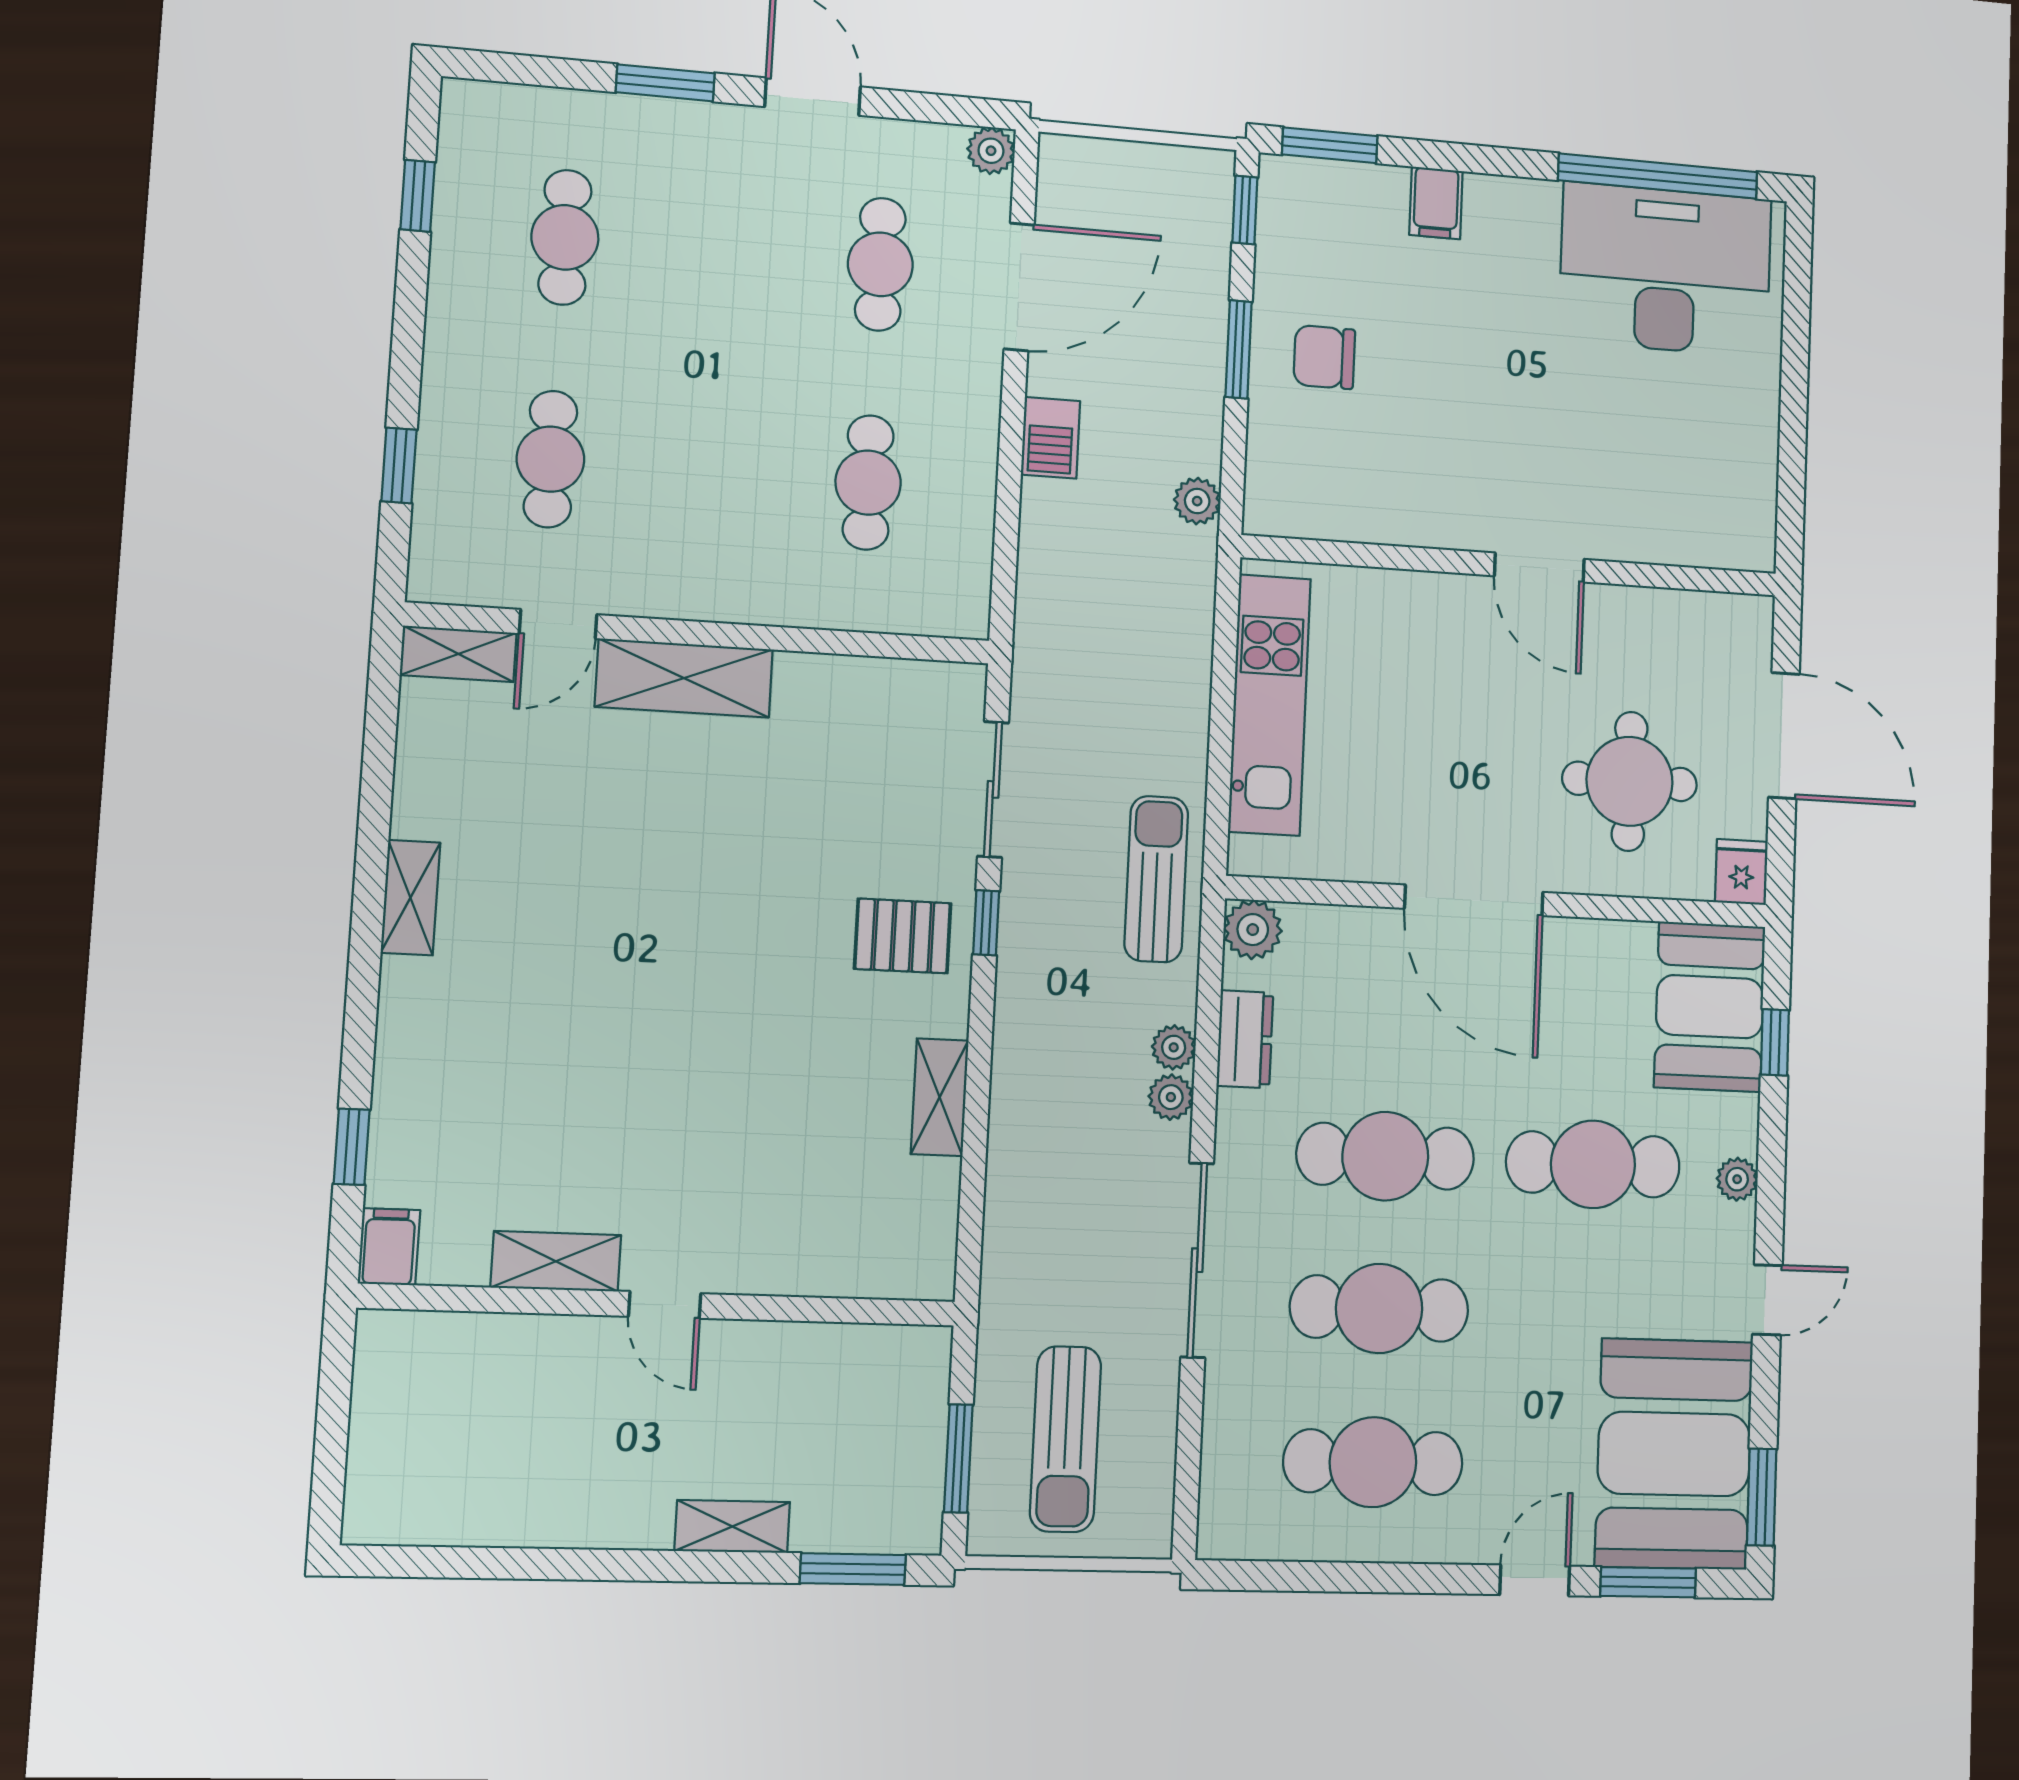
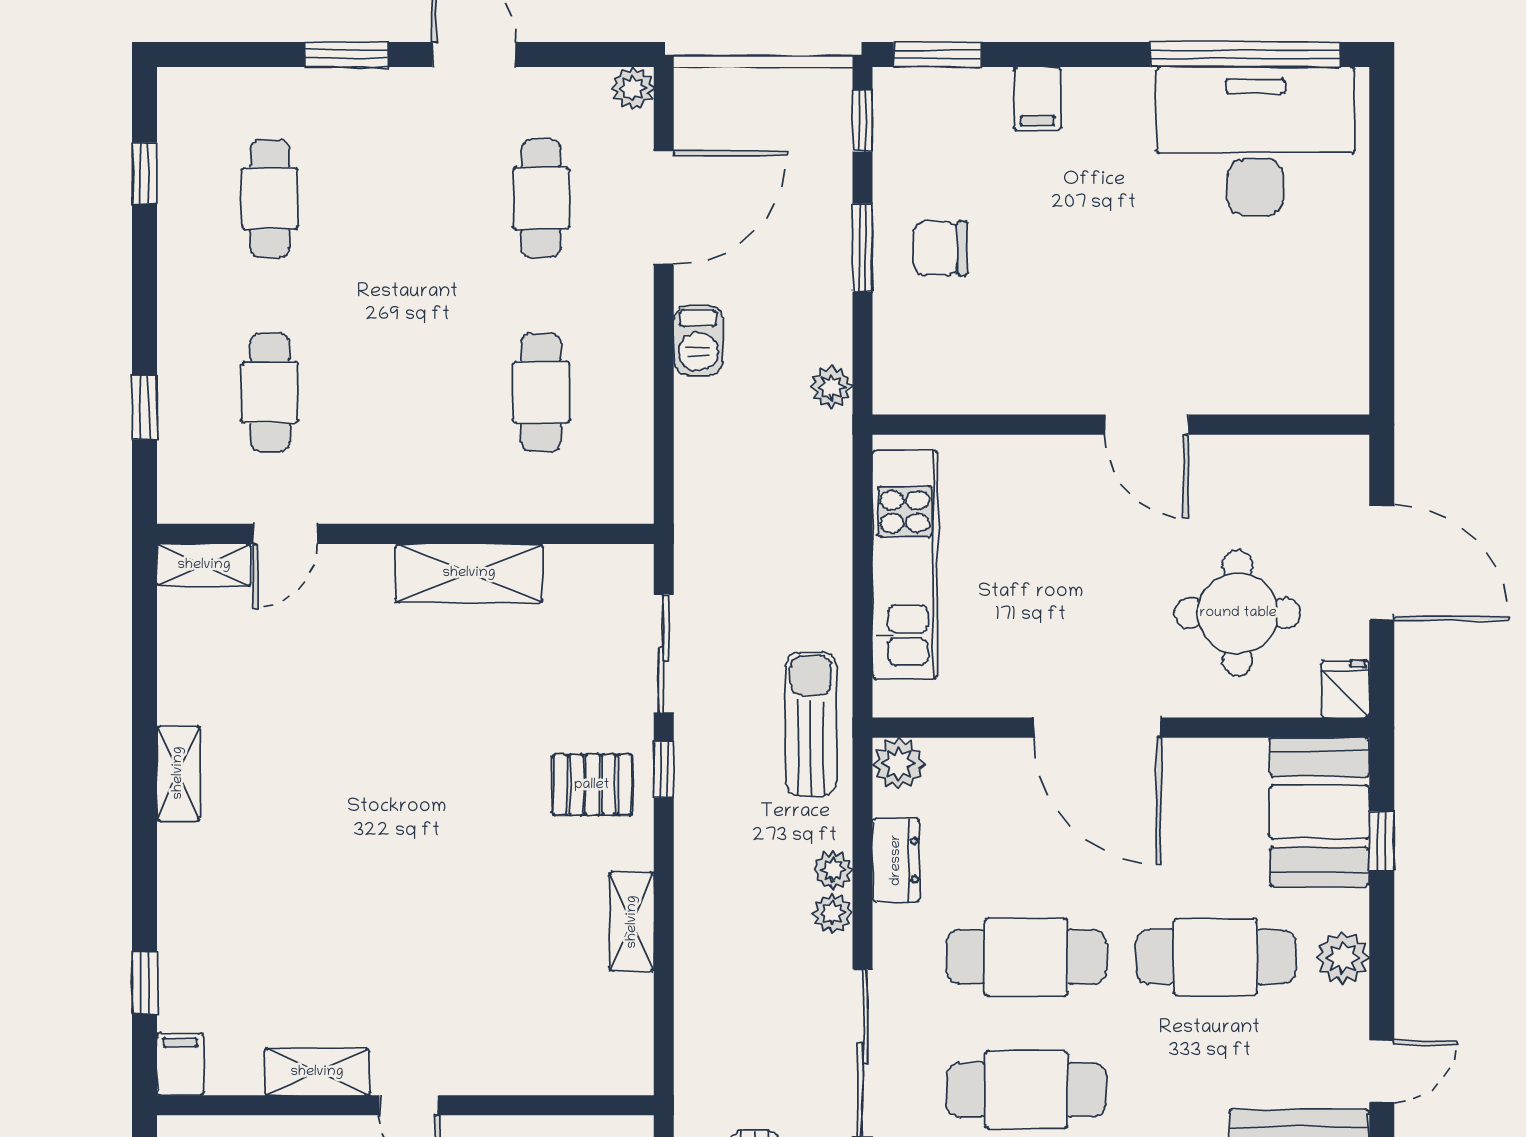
shelving: (684, 678) -> (469, 573), moved
plant: (1737, 1179) -> (1343, 958), width x1.38, depth x1.38

